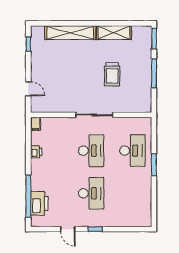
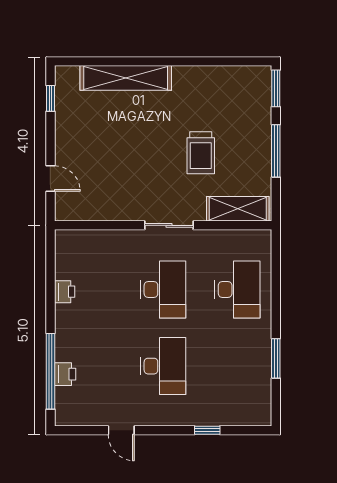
shelving: (114, 33) -> (238, 209), moved
sliding door: (94, 115) -> (169, 225), width x0.73
filing cabinet: (36, 124) -> (64, 241), removed
window: (154, 165) -> (276, 358), moved
printer: (39, 203) -> (65, 374), width x0.53, depth x0.68
window: (95, 229) -> (207, 430), moved

